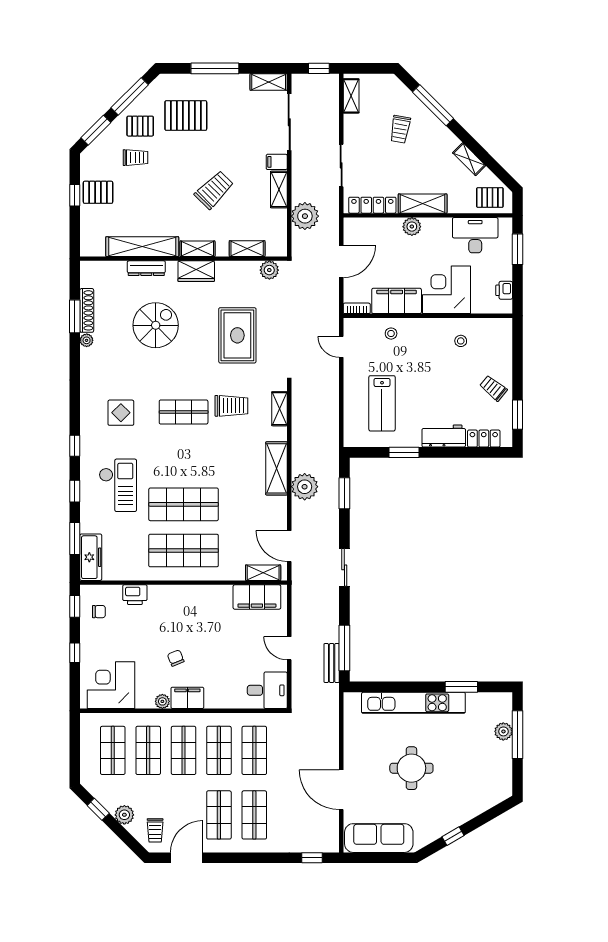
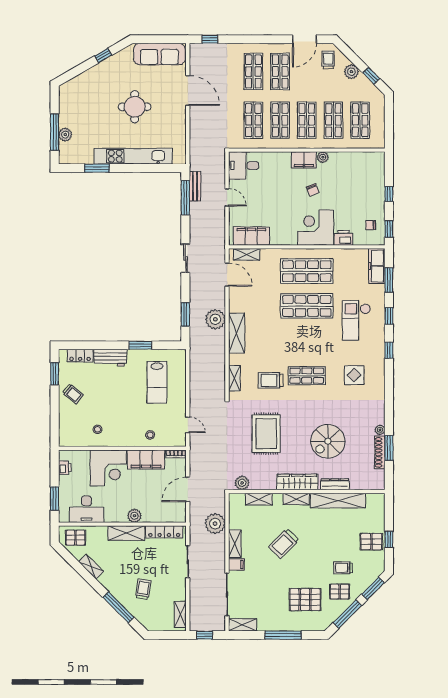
wardrobe: (196, 271) -> (297, 482), width x1.50
lab bench: (382, 403) -> (157, 382), turned 180
corner desk: (111, 685) -> (316, 228), moved, turned 180

